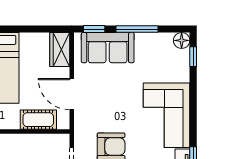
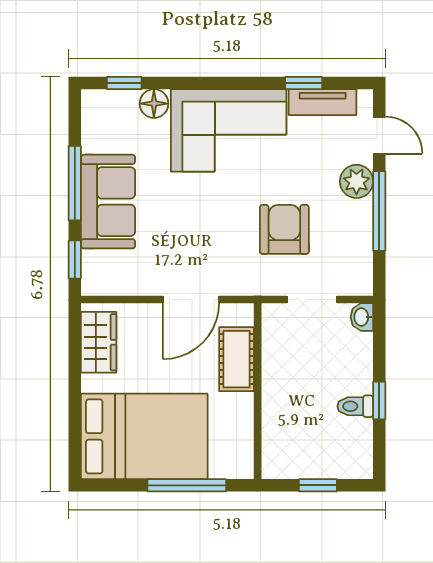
floor lamp: (182, 40) -> (154, 104), moved
sofa: (108, 48) -> (108, 202), moved
wardrobe: (60, 50) -> (99, 342), moved, turned -90

